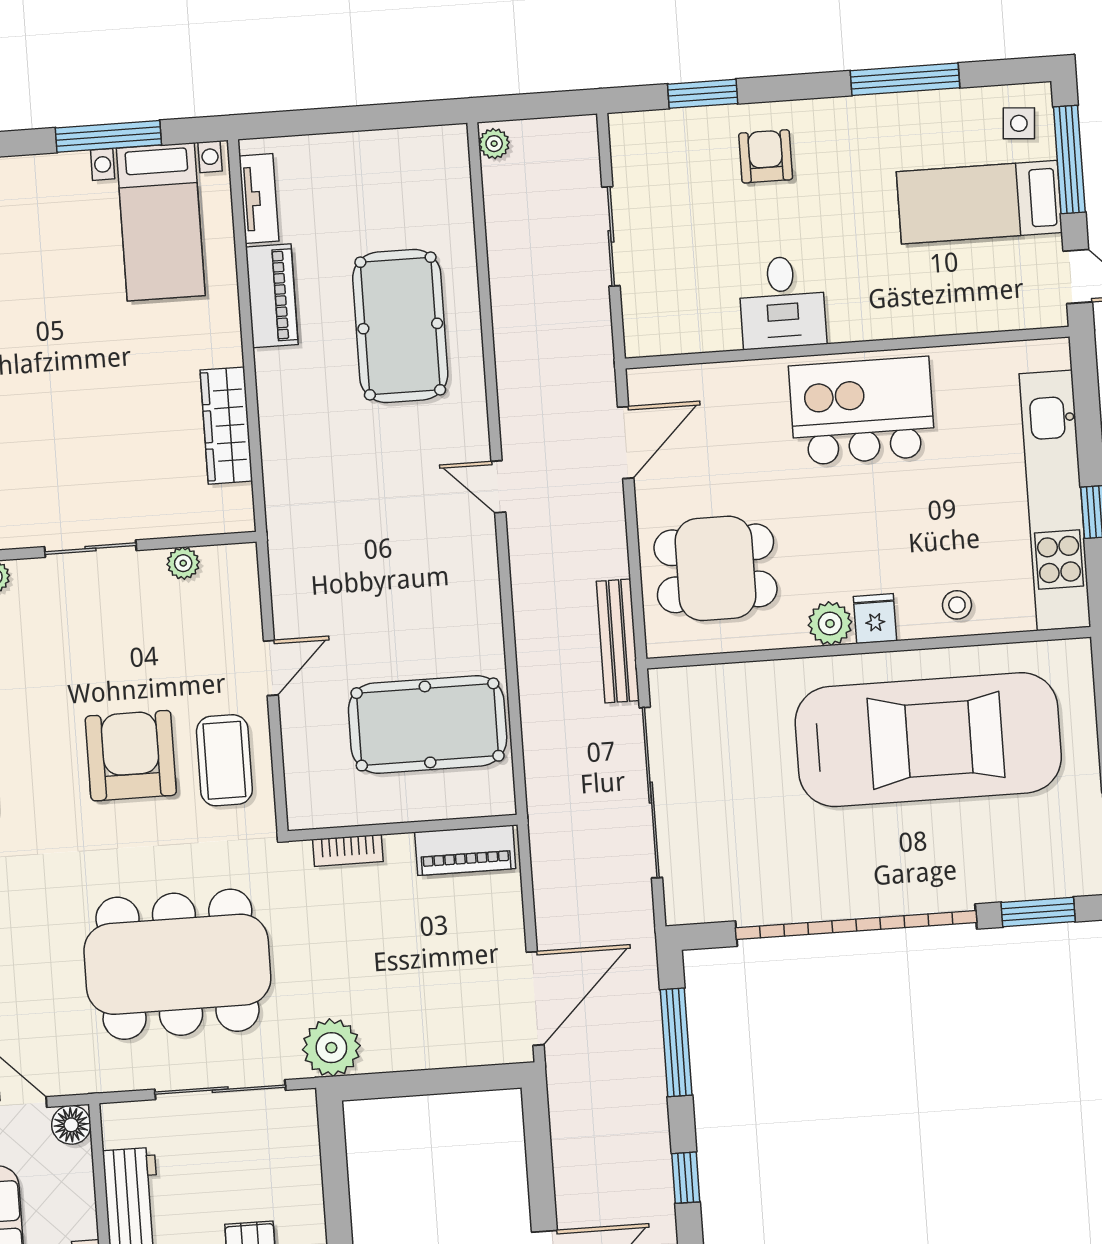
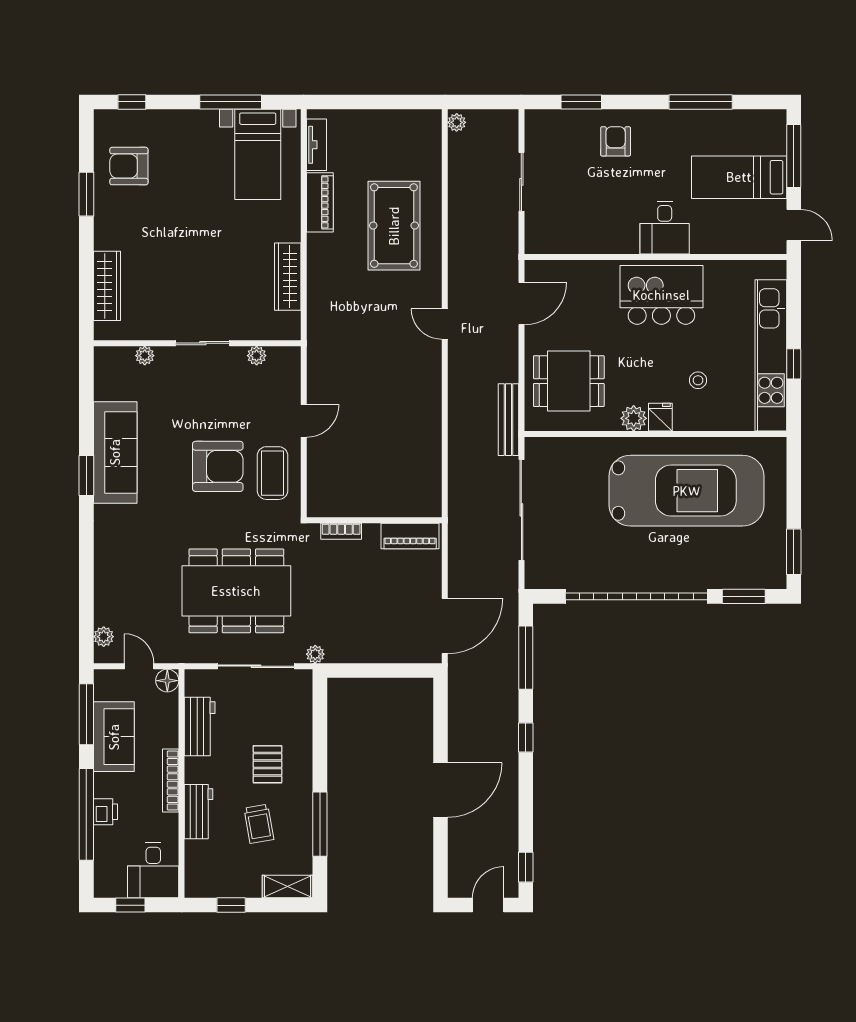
side table: (1019, 123) -> (766, 133), removed
desk: (782, 302) -> (665, 228), moved
stool: (957, 605) -> (698, 380), moved
pool table: (428, 724) -> (393, 461), removed
armchair: (131, 756) -> (218, 466), turned 90
plant: (331, 1048) -> (315, 654), width x0.53, depth x0.53

